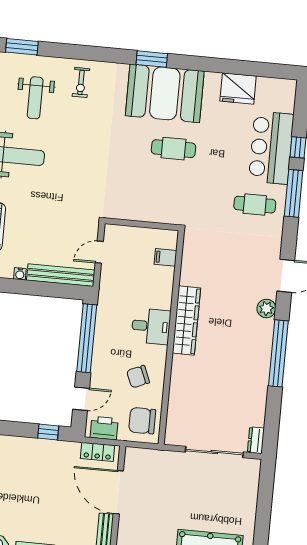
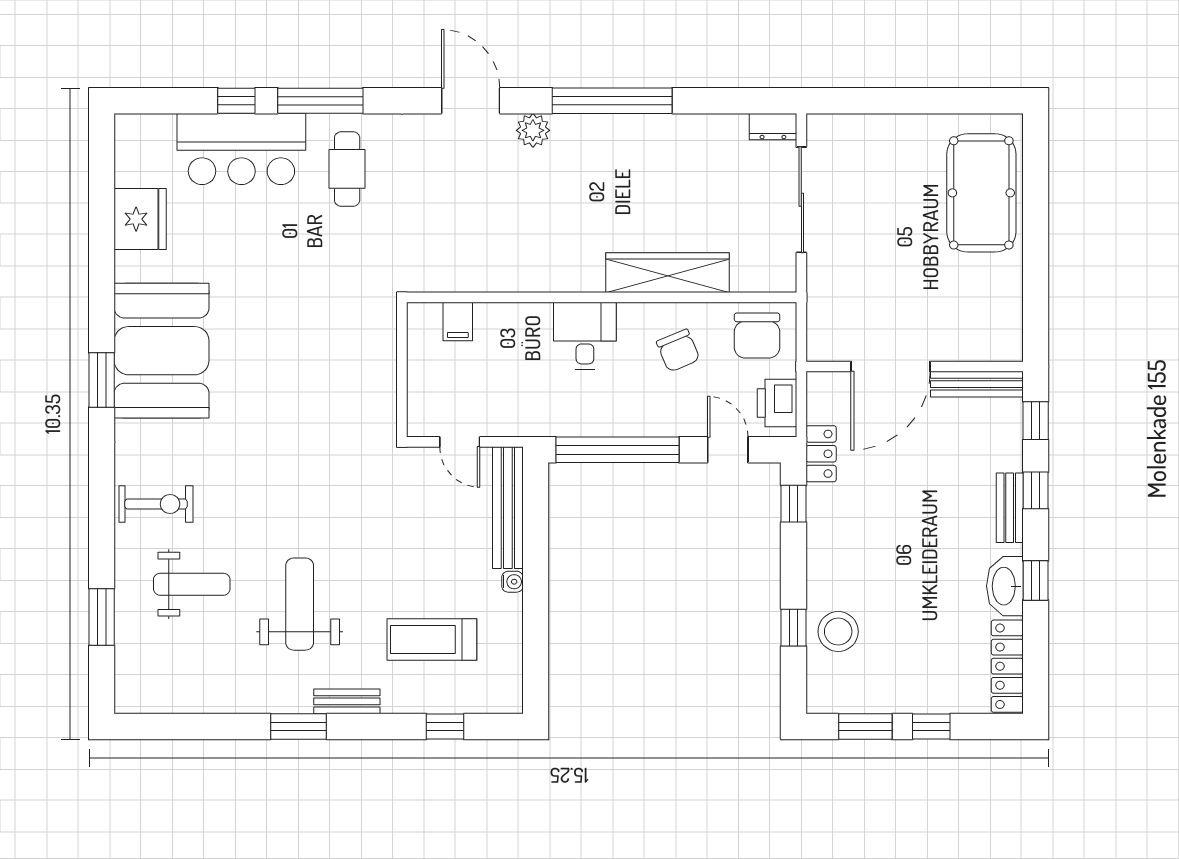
exercise bike: (81, 82) -> (156, 504), width x1.38, depth x1.39
cafe table: (174, 149) -> (260, 325), removed
wardrobe: (186, 320) -> (667, 273), moved
locker: (98, 452) -> (821, 454), moved

